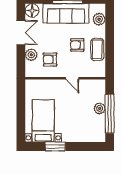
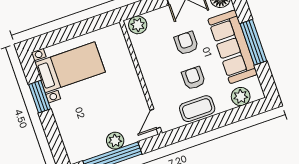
plant: (31, 55) -> (138, 25), moved
armchair: (50, 60) -> (186, 43), moved
door: (72, 78) -> (155, 119), moved

